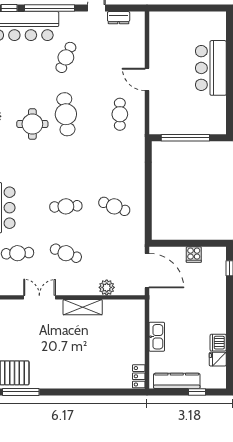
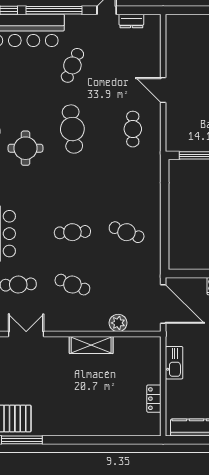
round table: (32, 124) -> (26, 148), moved
double door: (39, 297) -> (26, 334), moved
kitchen sink: (157, 337) -> (174, 363), moved
locker: (139, 376) -> (154, 399), moved

